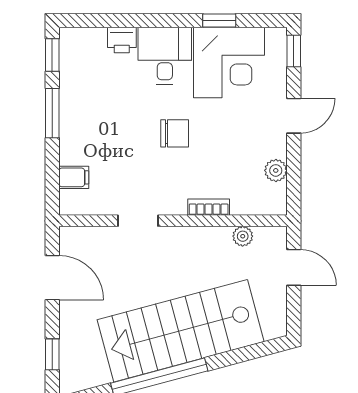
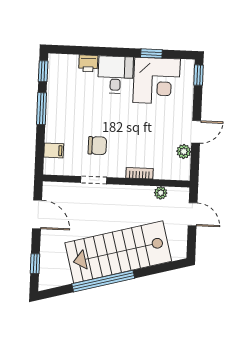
door: (294, 116) -> (196, 132), moved
chair: (175, 133) -> (97, 146), moved

